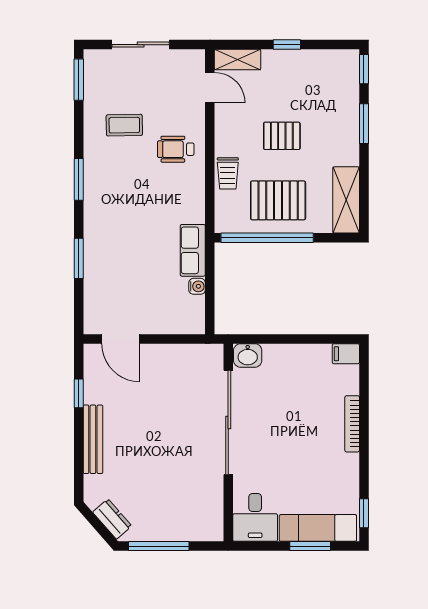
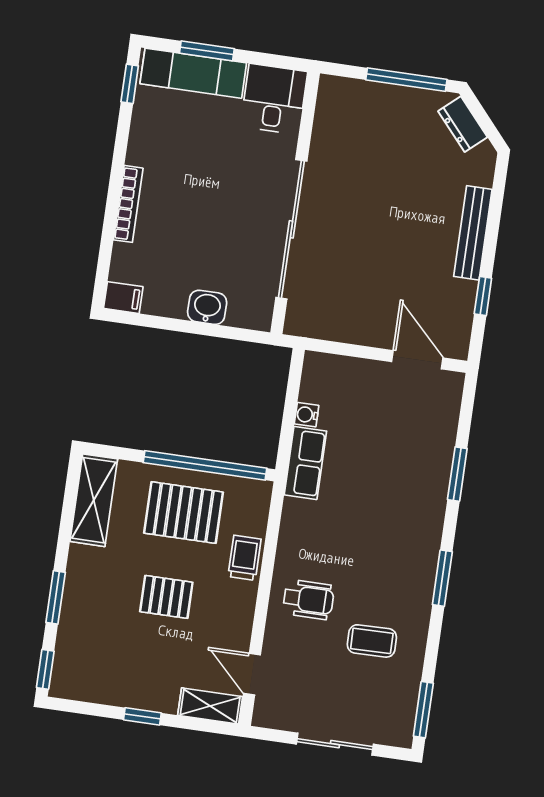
washbasin: (248, 355) -> (207, 307), moved

